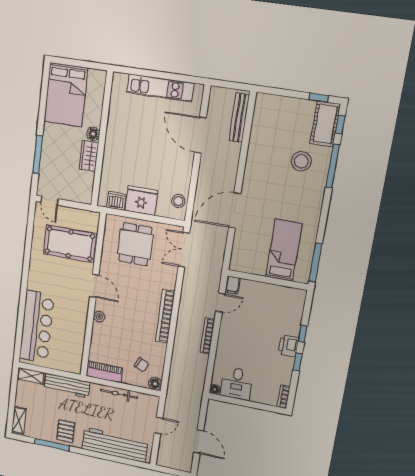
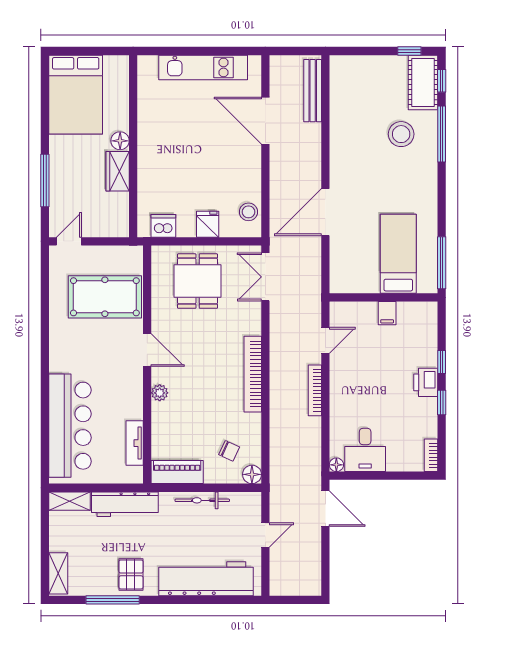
door: (49, 201) -> (69, 241), swing flipped
fridge: (141, 201) -> (208, 224), width x0.53, depth x0.75
filing cabinet: (233, 285) -> (387, 313), moved
tv unit: (78, 347) -> (135, 443), added
door: (199, 442) -> (325, 509), moved

